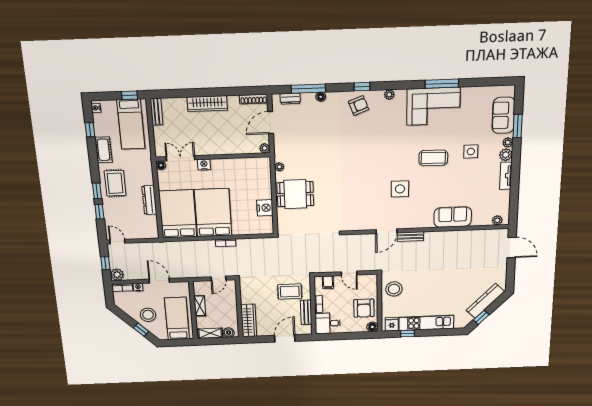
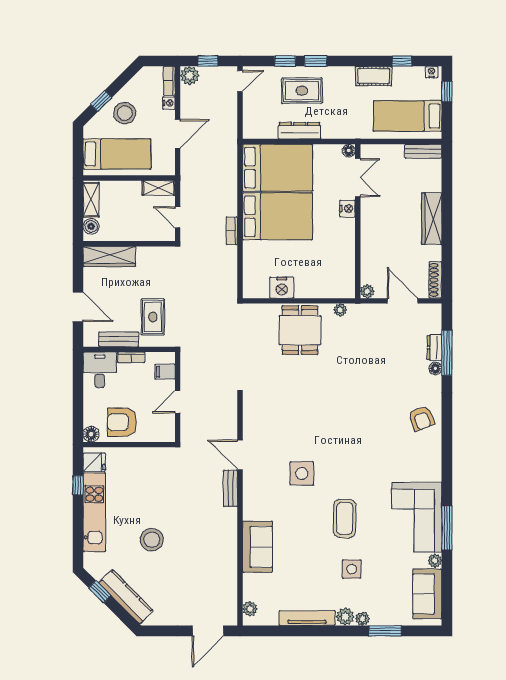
window: (362, 87) -> (447, 423), removed
window: (130, 95) -> (447, 92), moved
plant: (389, 95) -> (435, 561), moved
dresser: (290, 99) -> (434, 348), moved
sofa: (503, 115) -> (427, 594), moved, turned -90
tv unit: (506, 176) -> (307, 618), width x1.41
rug: (115, 183) -> (302, 91), moved
stool: (394, 289) -> (152, 540), moved
shelving: (200, 306) -> (159, 188), moved

